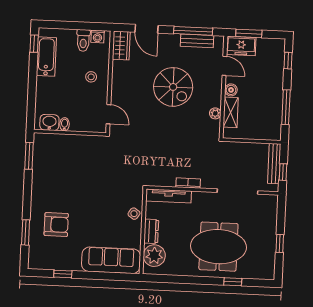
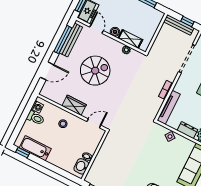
bench: (197, 41) -> (71, 40), width x1.36
wardrobe: (121, 45) -> (74, 105), moved
door: (224, 66) -> (97, 29), hinge flipped

